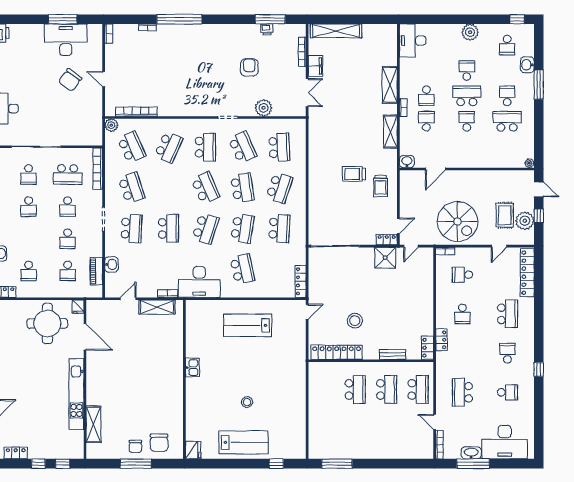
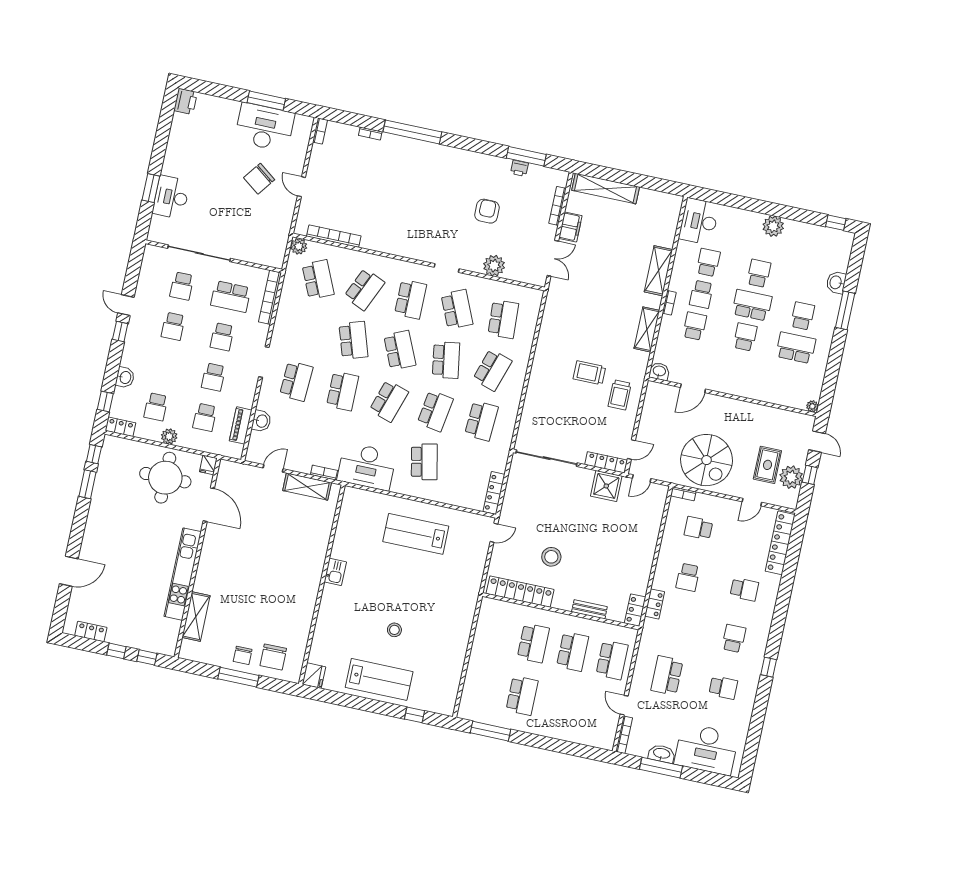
school desk: (507, 45) -> (708, 262), moved, turned 180
school desk: (132, 188) -> (353, 340), moved
locker: (387, 240) -> (606, 462), width x1.53
plant: (44, 291) -> (169, 436), added
school desk: (507, 314) -> (744, 589), width x0.54
school desk: (355, 431) -> (522, 696), added

